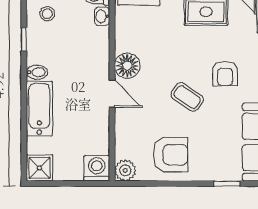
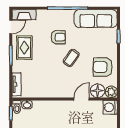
floor lamp: (127, 66) -> (98, 91), moved
door: (112, 94) -> (82, 99), moved
armchair: (171, 155) -> (103, 67), turned -90

